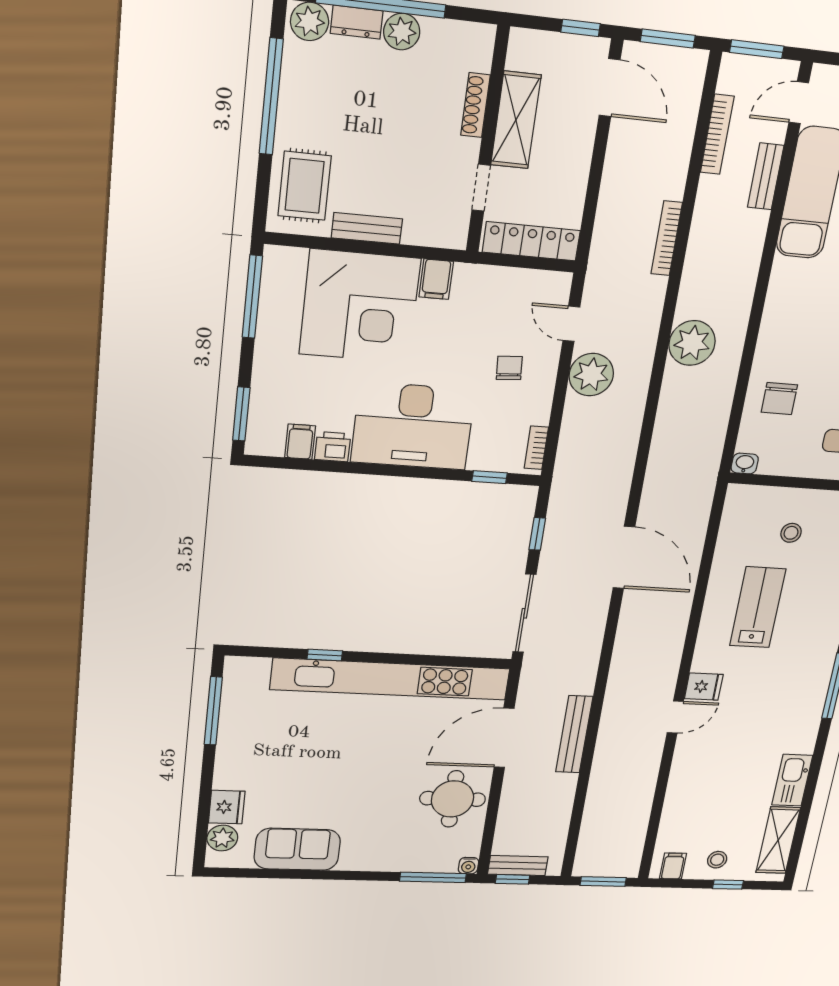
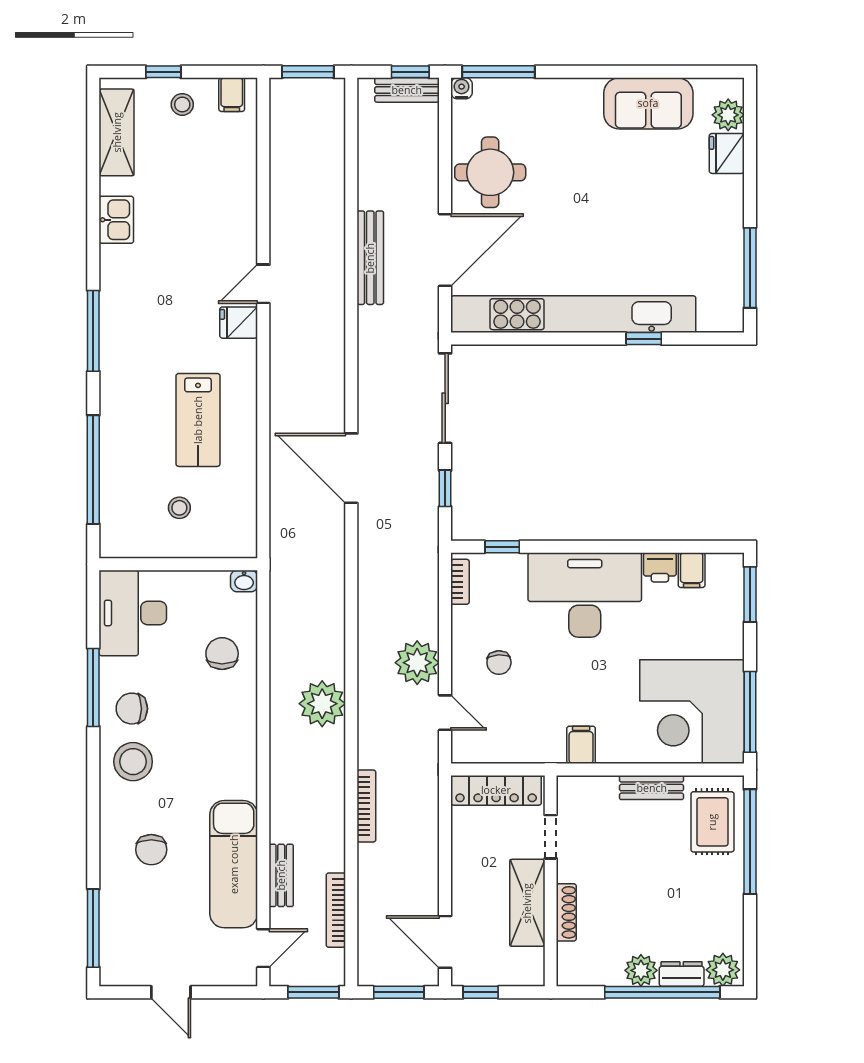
window: (271, 97) -> (750, 842), moved
corner desk: (360, 306) -> (692, 712), moved, turned -90
kitchen sink: (792, 780) -> (116, 220), width x0.73

